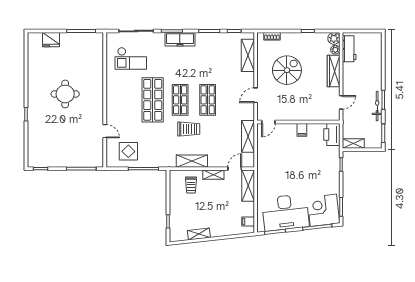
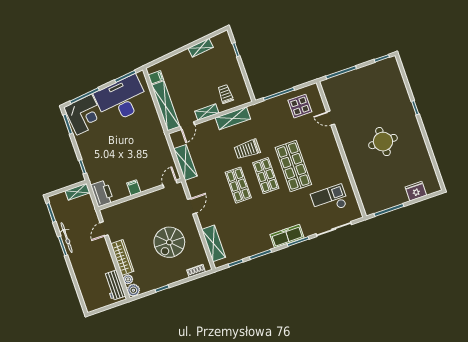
shelving: (248, 186) -> (166, 106), width x1.47

